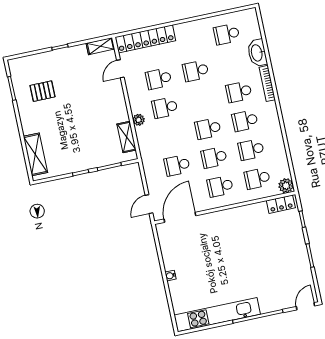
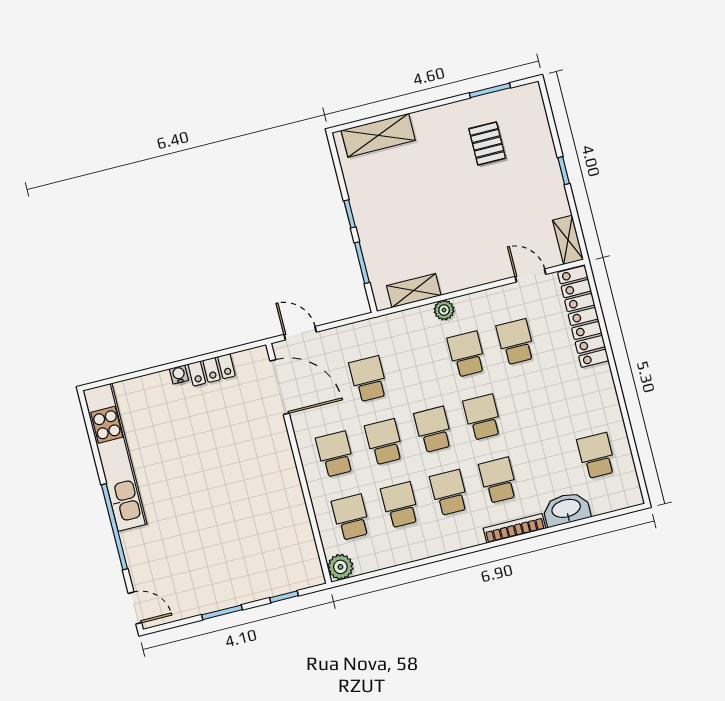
school desk: (196, 71) -> (482, 417), moved
locker: (281, 204) -> (212, 370), moved, turned -90

